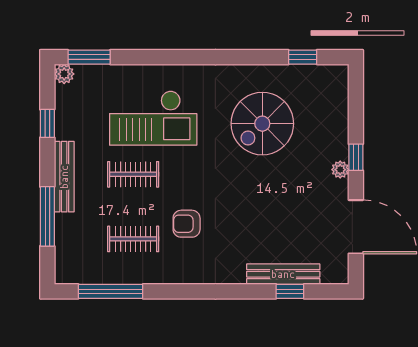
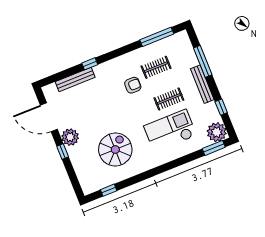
plant: (64, 74) -> (217, 132), width x1.88, depth x1.88
plant: (340, 170) -> (70, 137), width x1.87, depth x1.87
window: (290, 291) -> (90, 64), moved

